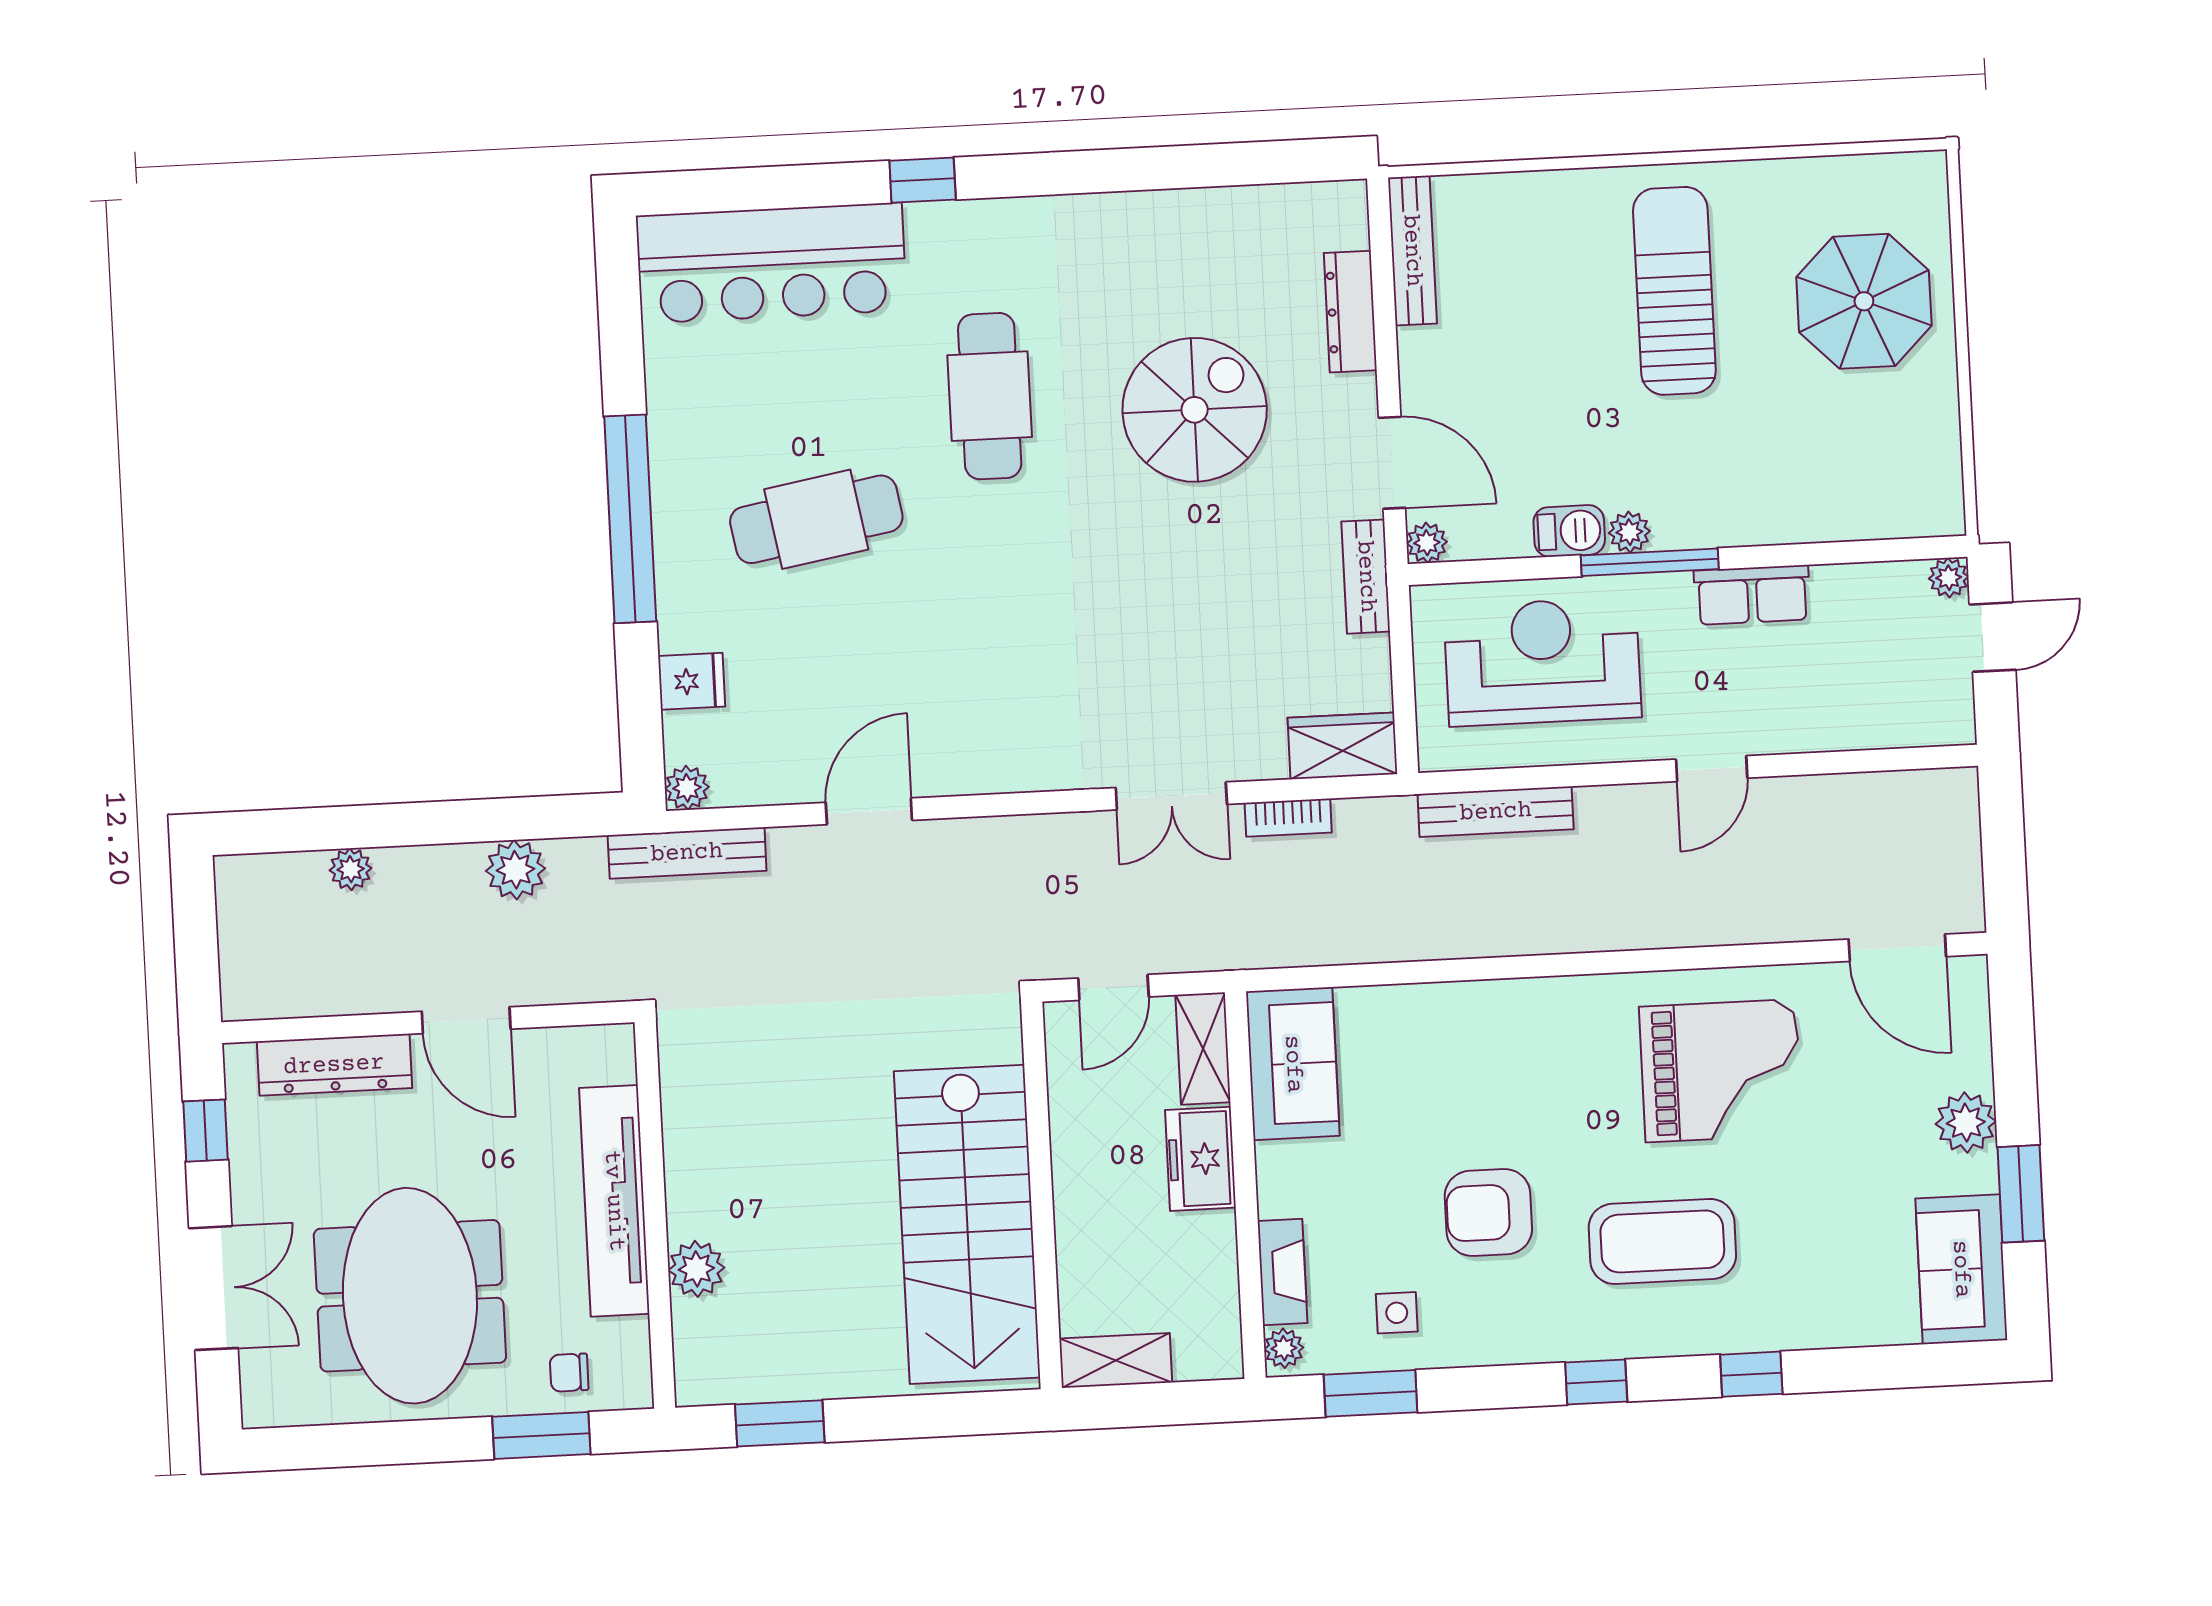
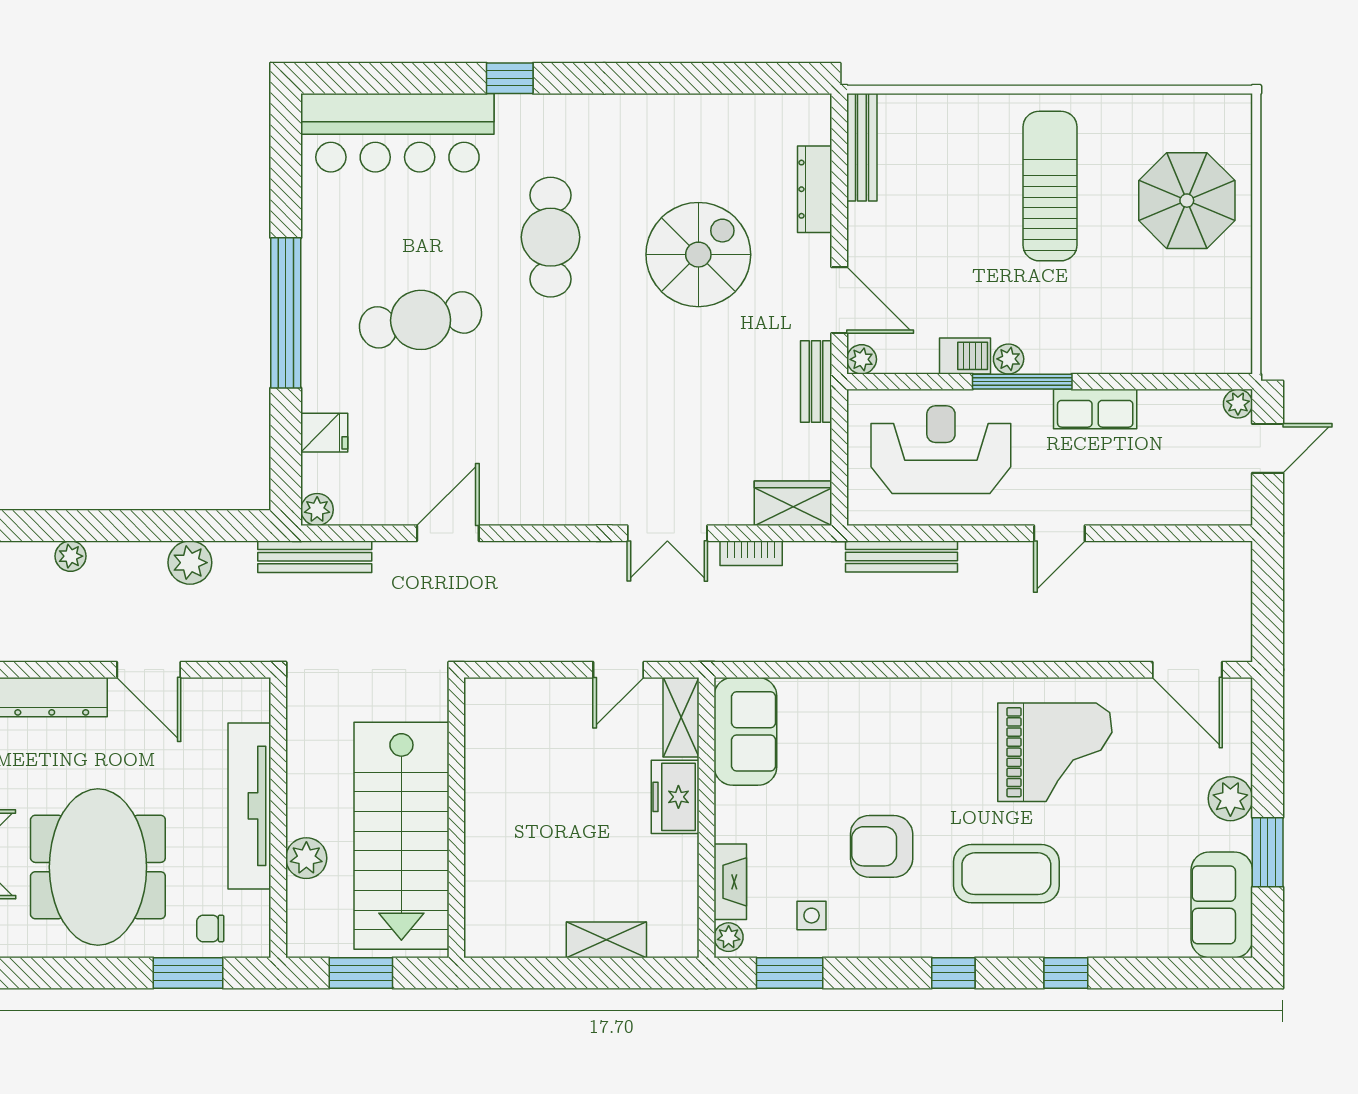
wall: (1042, 1195) -> (456, 818), moved
stairs: (967, 1224) -> (401, 836), moved

